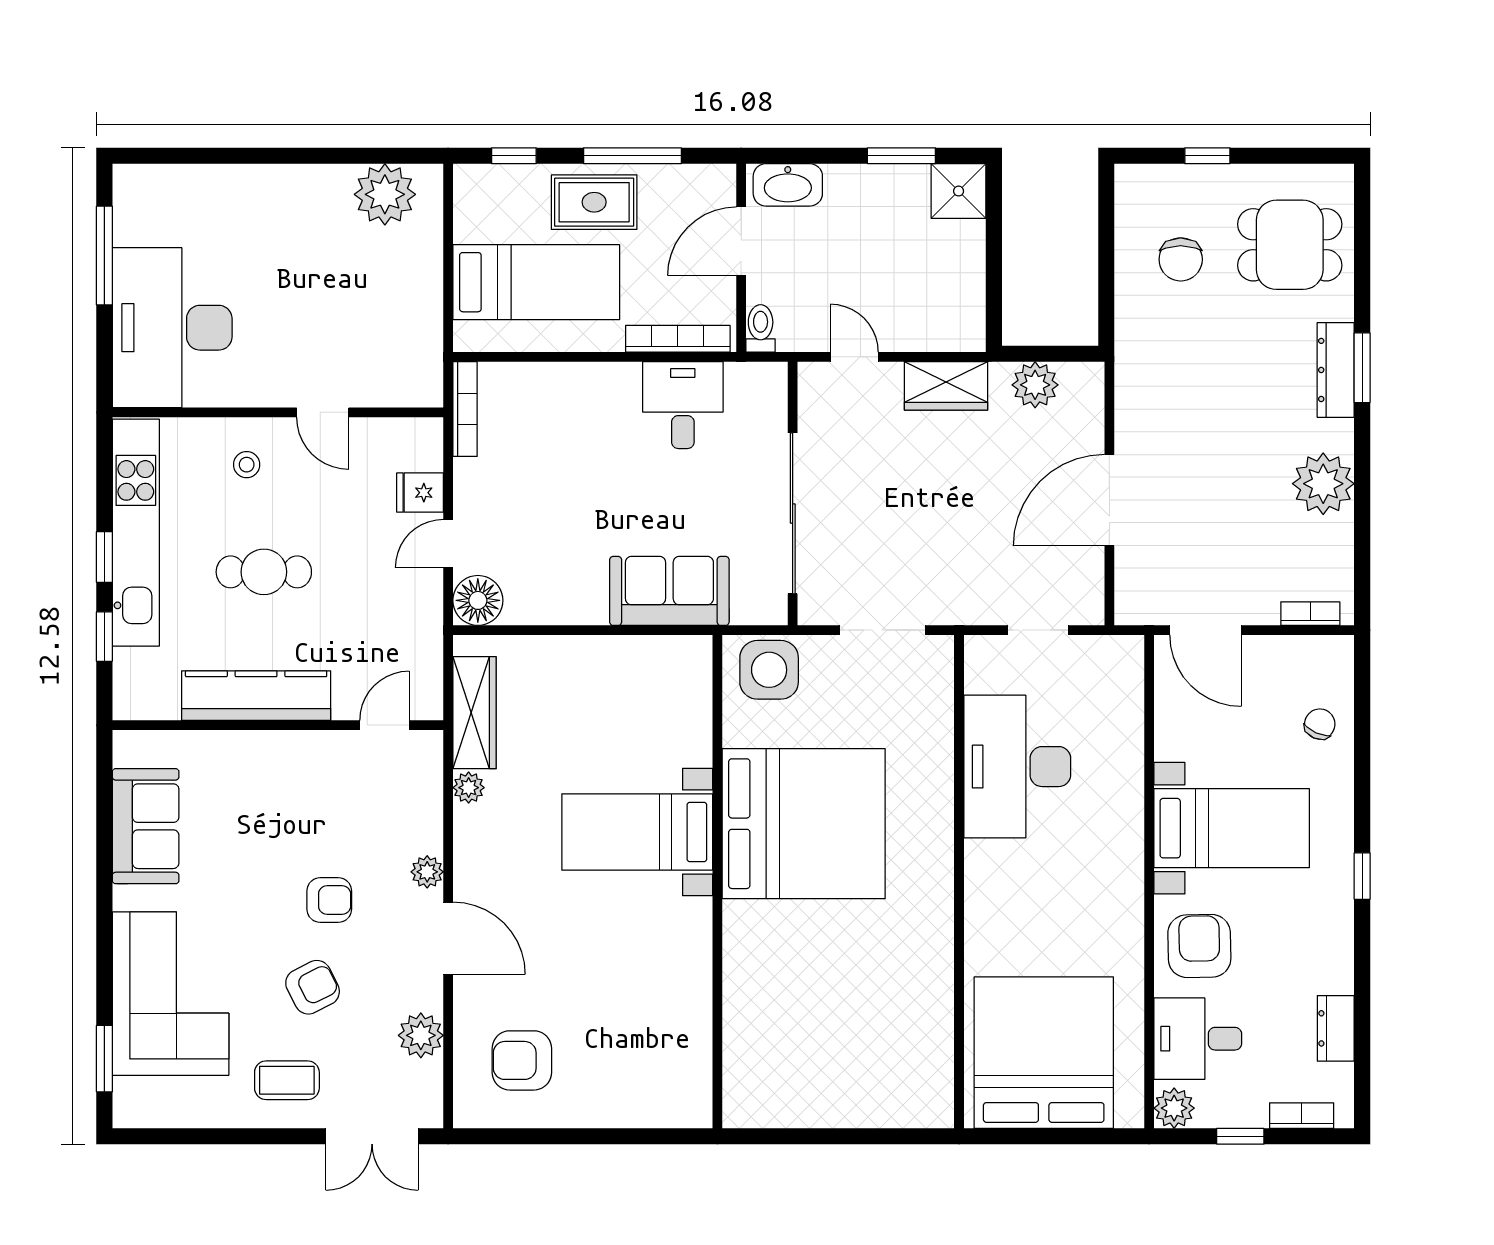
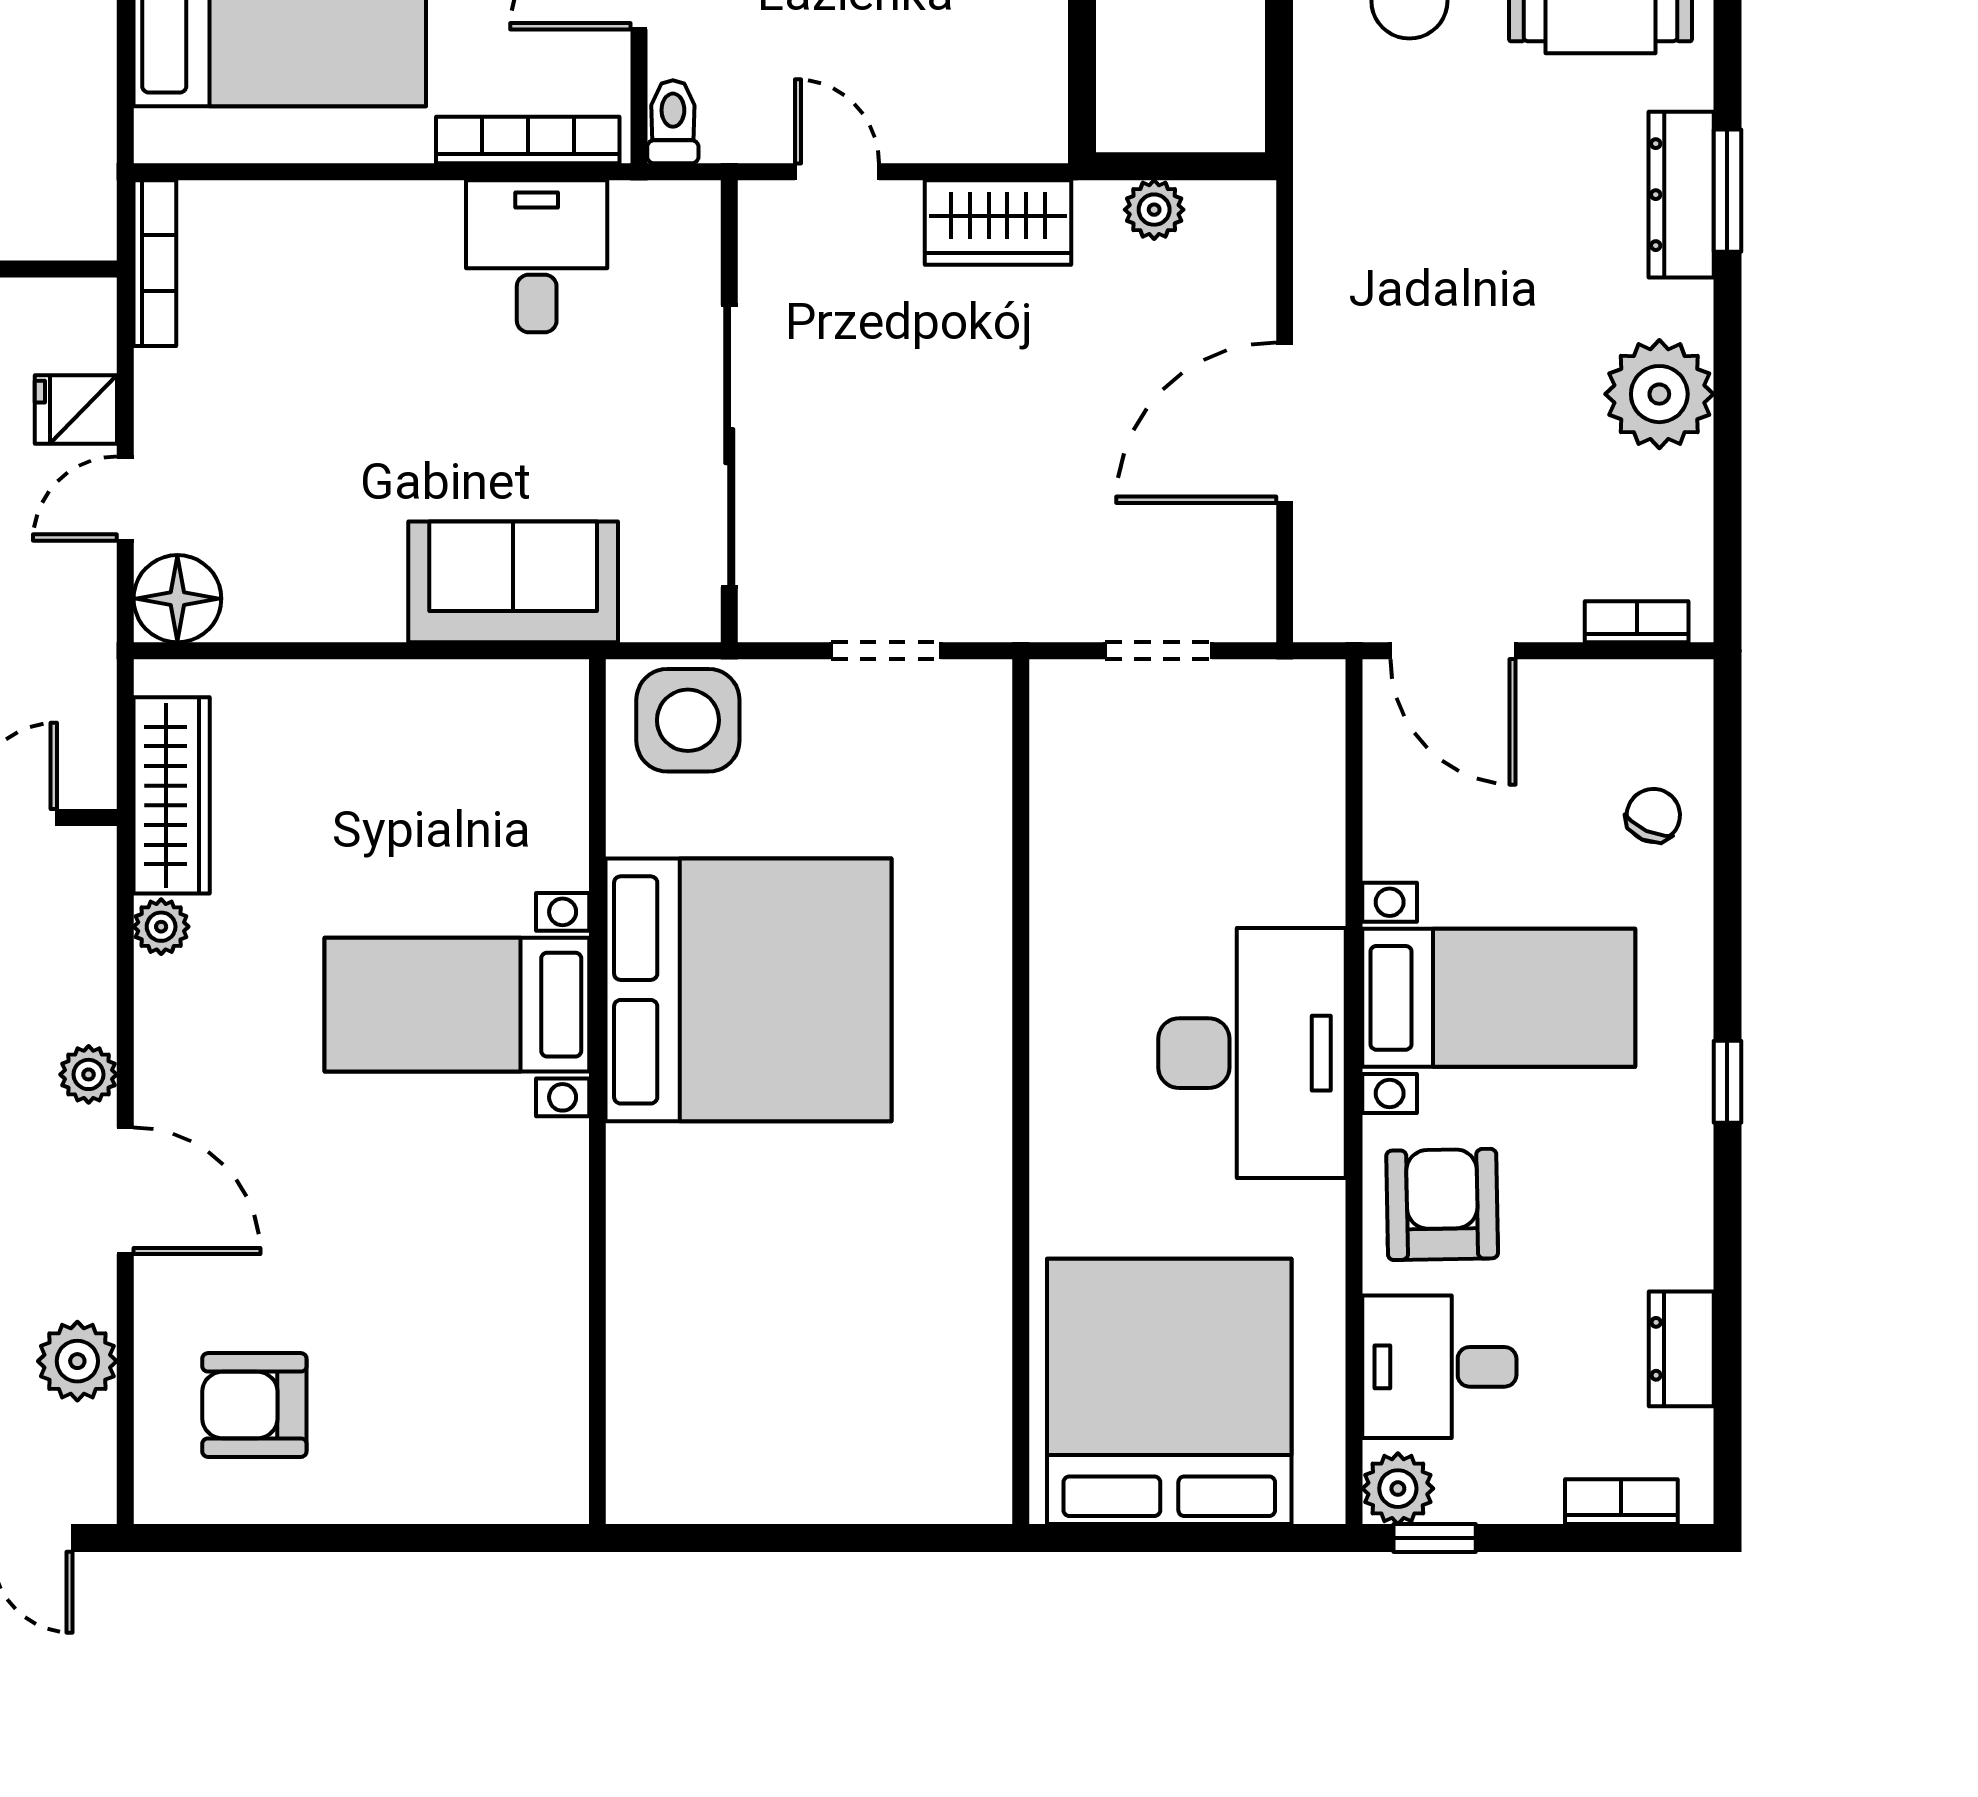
plant: (1035, 385) -> (1154, 210), width x0.73, depth x0.73
doorway: (882, 630) -> (886, 651), width x0.73
desk: (1017, 767) -> (1252, 1053), moved, turned 180
window: (1240, 1136) -> (1435, 1538), moved

